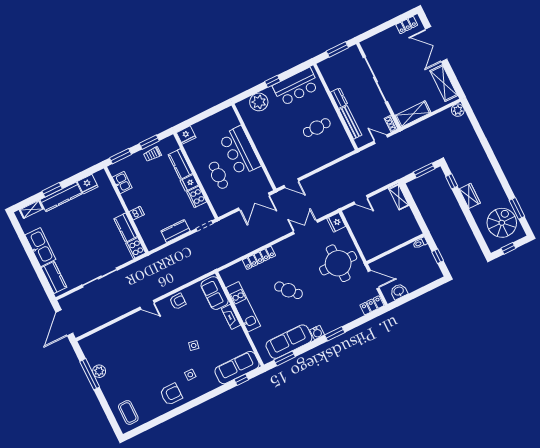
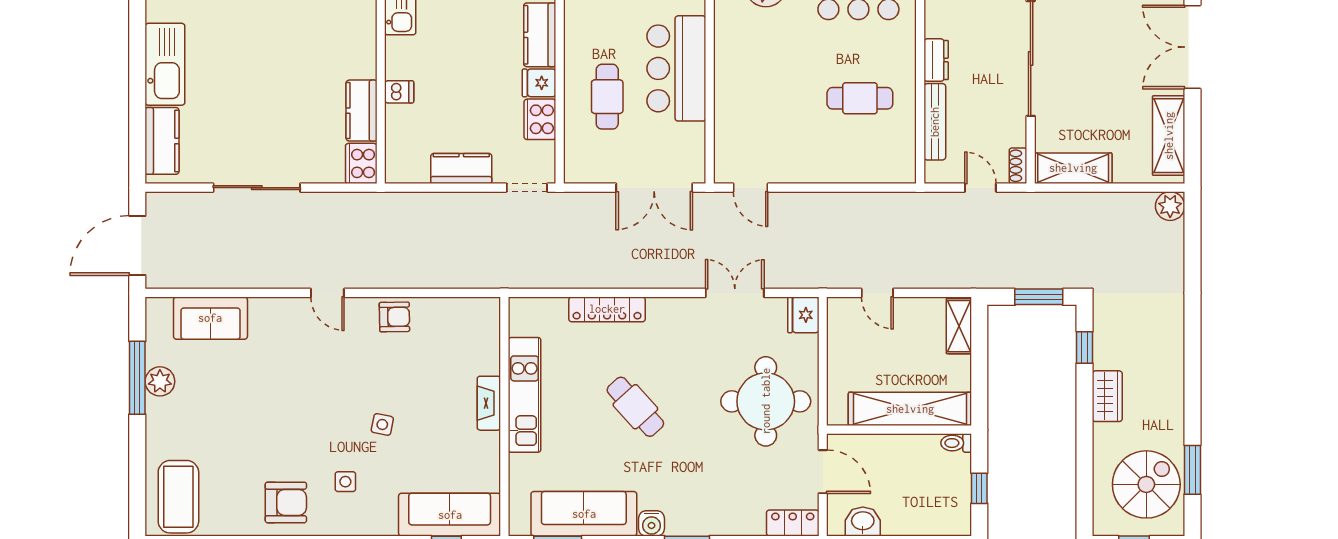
shelving: (396, 239) -> (910, 409), added
sofa: (215, 293) -> (210, 318), moved, turned -90
coffee table: (128, 412) -> (178, 497), width x1.36, depth x1.32

